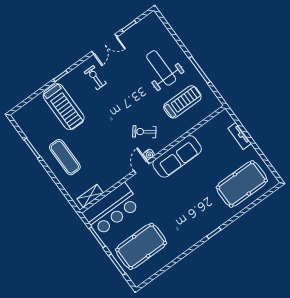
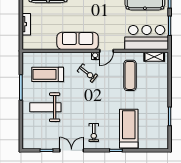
weight bench: (161, 68) -> (45, 107), turned 90
exercise mat: (65, 157) -> (130, 75), moved

